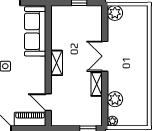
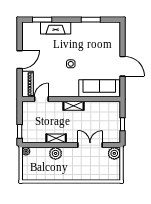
double door: (105, 56) -> (90, 145), moved
plant: (115, 99) -> (56, 153), moved

